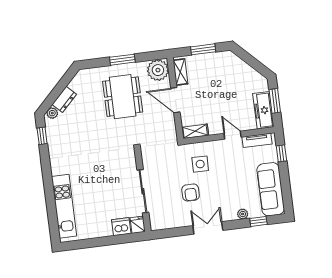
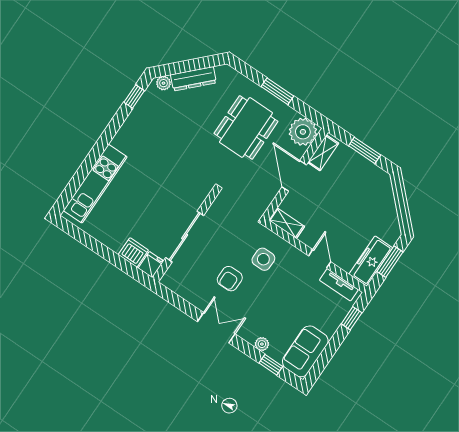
dresser: (64, 99) -> (193, 79), width x1.44
sofa: (271, 189) -> (305, 351), width x0.73

